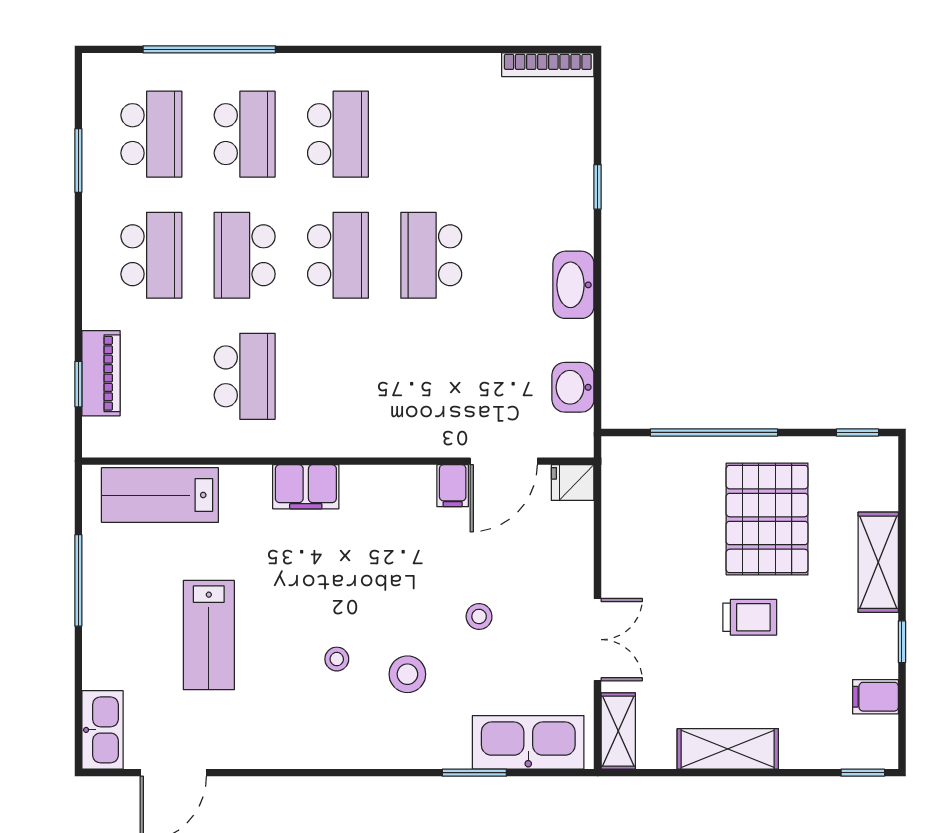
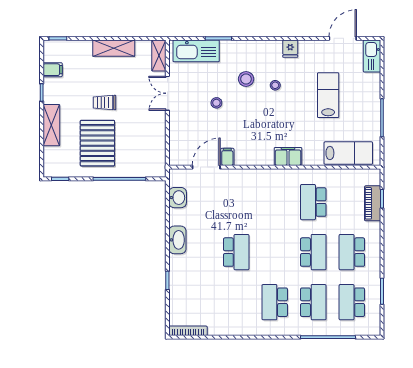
school desk: (245, 134) -> (313, 302), turned 180
school desk: (338, 255) -> (275, 252), removed
fridge: (573, 483) -> (290, 49), moved, turned 90

